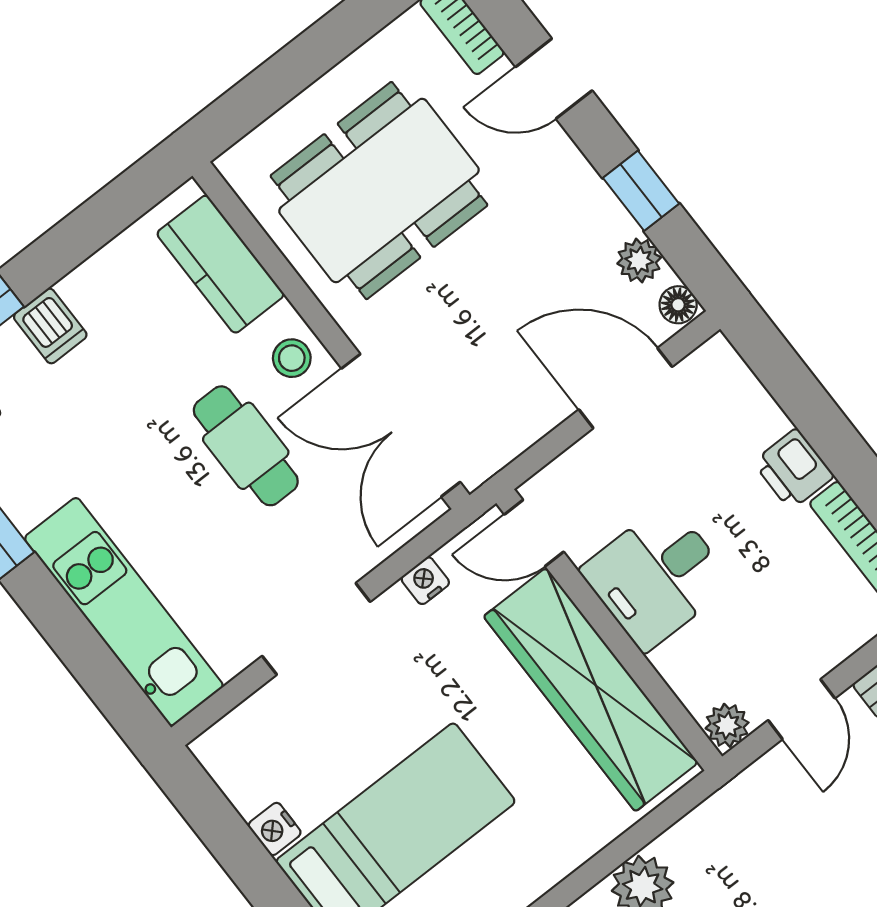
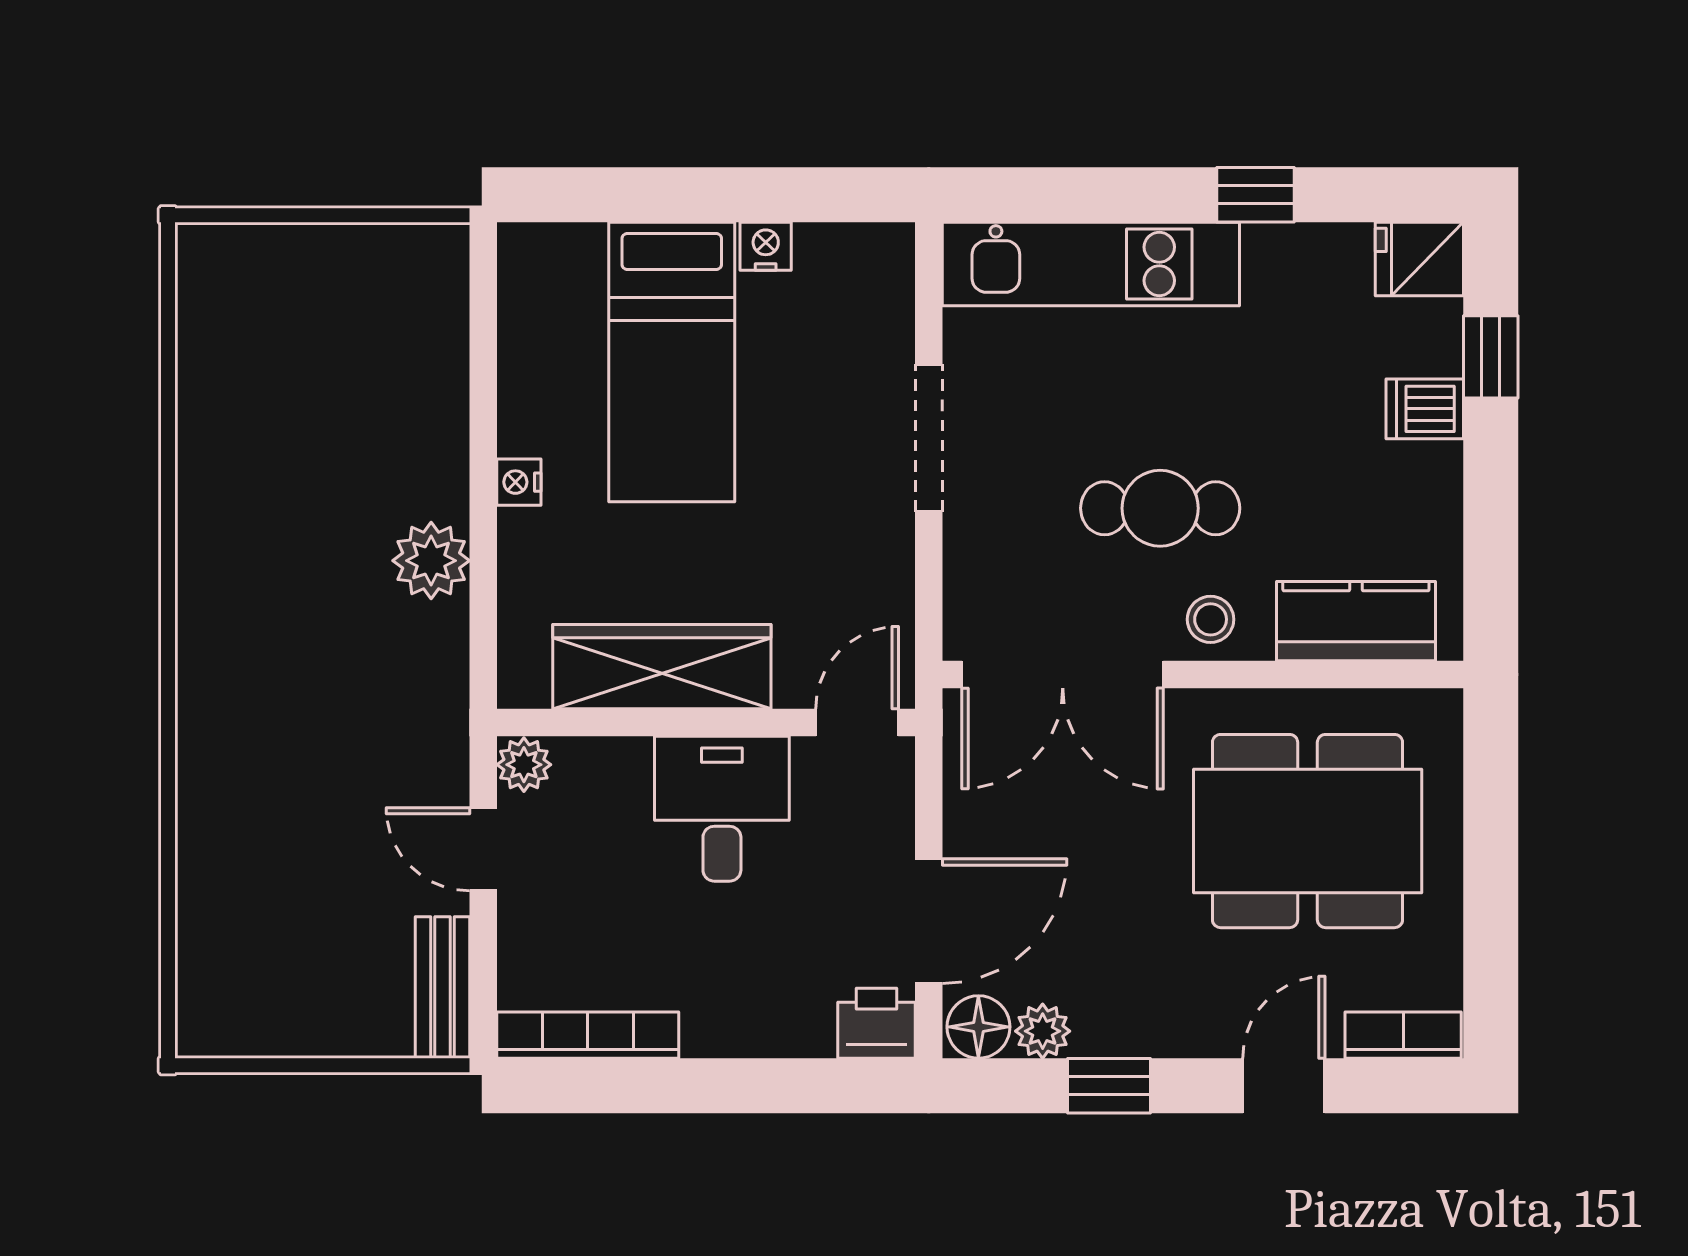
dining table: (379, 191) -> (1308, 831), turned 90
floor lamp: (678, 305) -> (978, 1027), width x1.37, depth x1.37
double door: (401, 425) -> (1063, 674), swing flipped
printer: (794, 469) -> (876, 1023), moved
nightstand: (425, 581) -> (519, 482), moved, turned 180
wardrobe: (591, 690) -> (662, 667), width x0.71, depth x0.85

